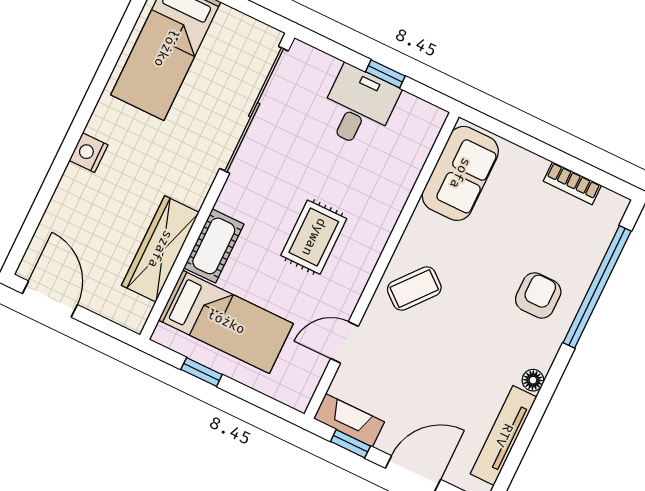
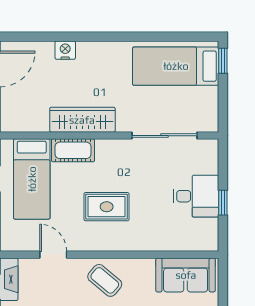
sliding door: (254, 110) -> (165, 136), width x0.73
nightstand: (88, 153) -> (65, 50), moved
wardrobe: (160, 249) -> (82, 120), moved

